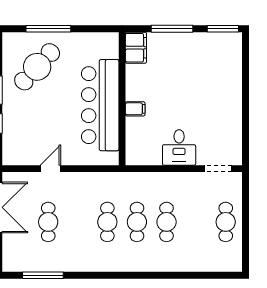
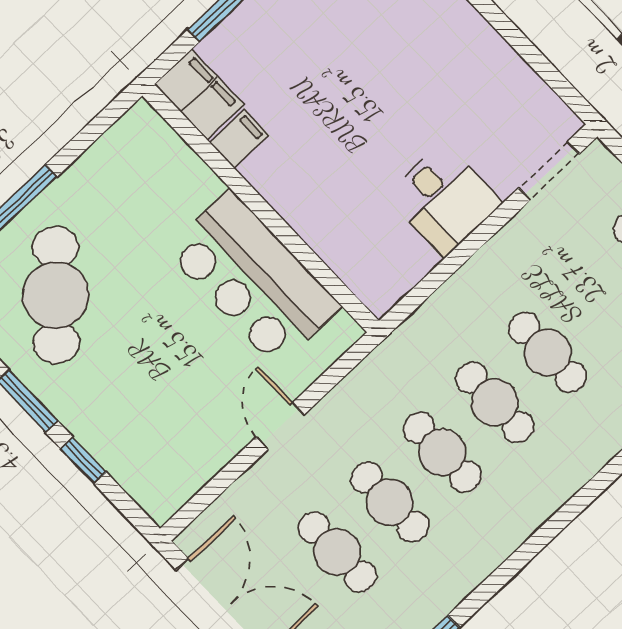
bar counter: (100, 105) -> (253, 278), width x0.73
filing cabinet: (135, 109) -> (239, 139), moved
door: (50, 169) -> (280, 426), moved
cafe table: (78, 222) -> (390, 502), added

